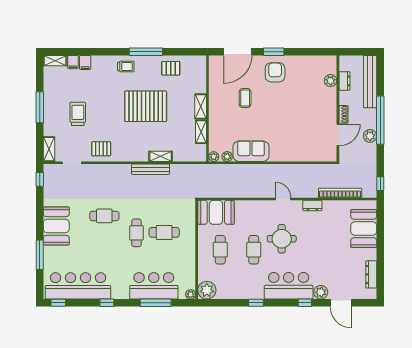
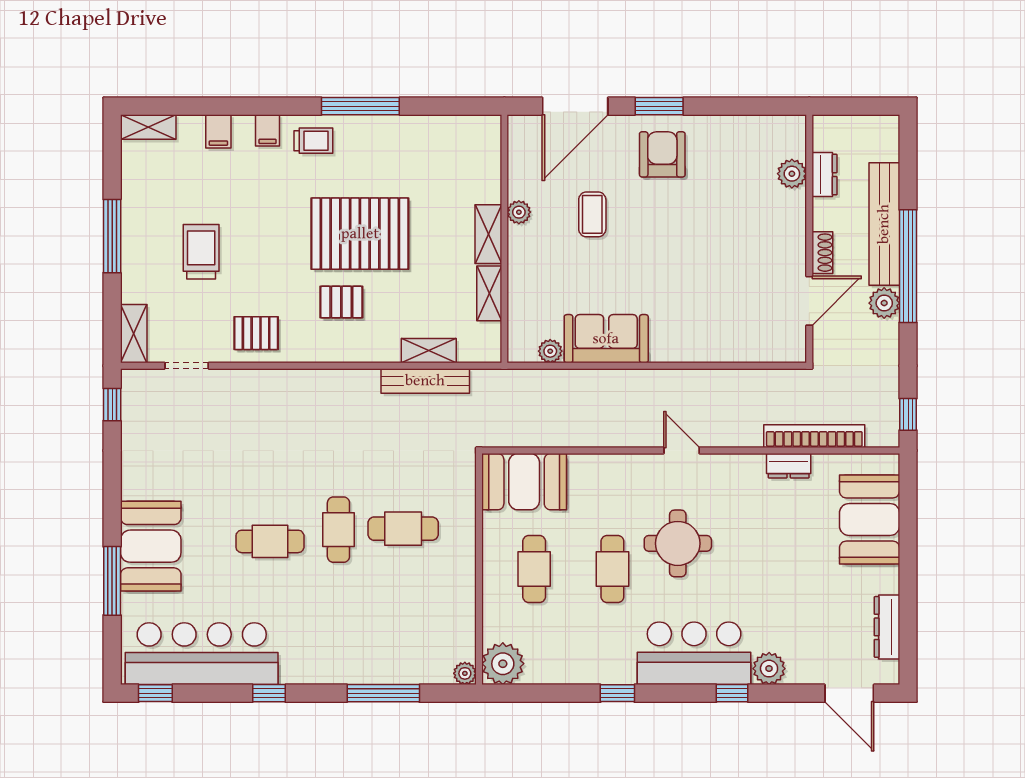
filing cabinet: (73, 62) -> (268, 130), moved
pallet: (171, 68) -> (341, 302), moved
bench: (370, 82) -> (884, 224), moved
shelving: (161, 156) -> (429, 351), moved
plant: (214, 157) -> (519, 212), moved
bench: (151, 169) -> (425, 381), moved
dresser: (312, 206) -> (789, 466), moved
cafe table: (104, 216) -> (270, 541), moved
booth: (56, 226) -> (151, 546), moved
bar counter: (154, 286) -> (379, 653), removed
door: (341, 303) -> (849, 693), moved

